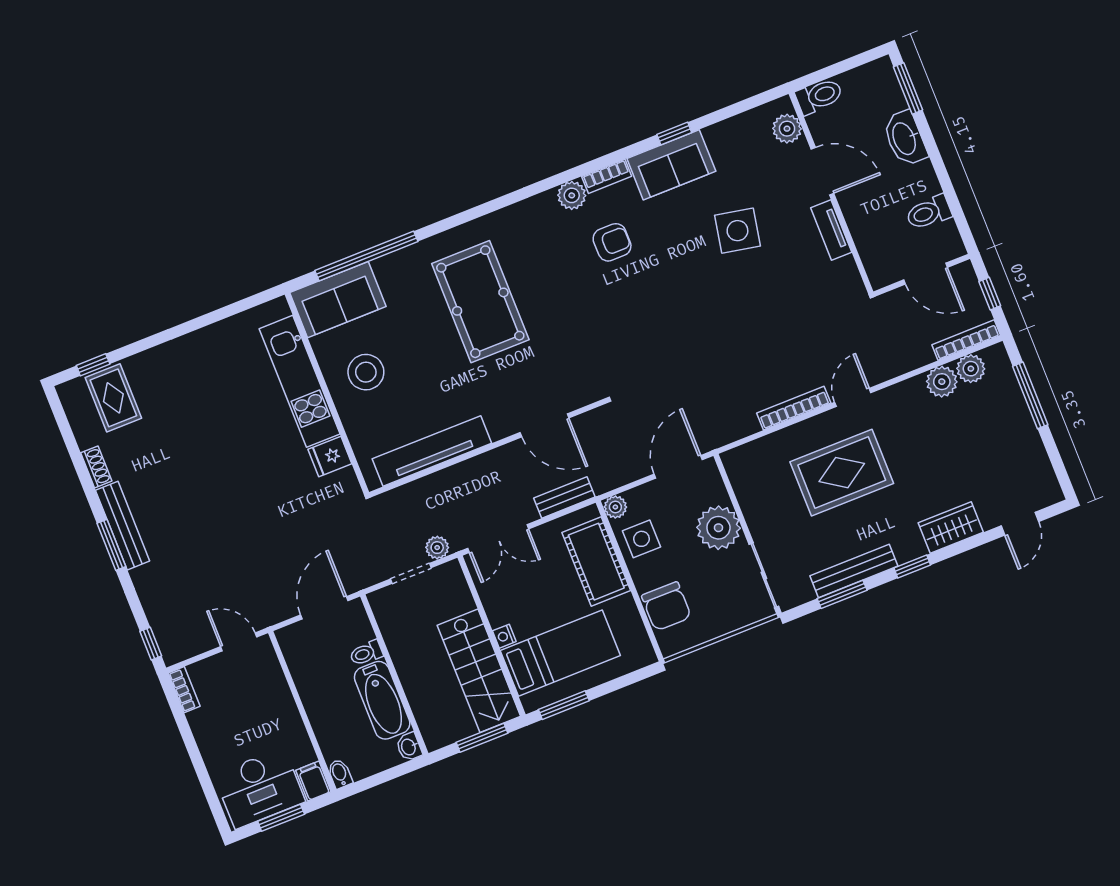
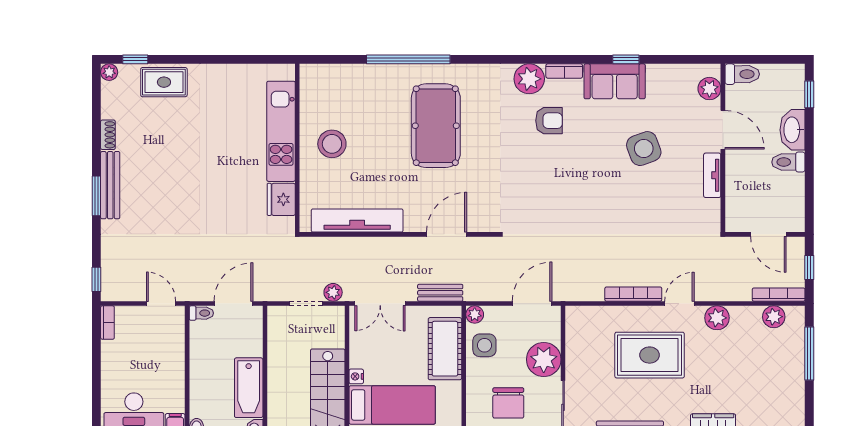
window: (908, 88) -> (809, 94), width x0.67
plant: (572, 195) -> (529, 79), width x1.36, depth x1.36
toilet: (929, 212) -> (788, 162), moved
side table: (737, 231) -> (644, 149), turned -31
window: (366, 256) -> (408, 59), moved
sofa: (338, 300) -> (333, 83), removed
plant: (942, 382) -> (717, 318), moved
plant: (68, 392) -> (109, 72), added
rug: (113, 398) -> (164, 82), moved, turned 90
door: (544, 425) -> (447, 234), swing flipped
fridge: (330, 456) -> (281, 199), width x1.38
chair: (666, 606) -> (508, 403), moved
toilet: (366, 653) -> (201, 313), moved, turned 180

